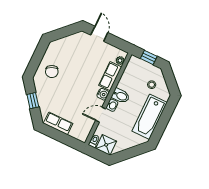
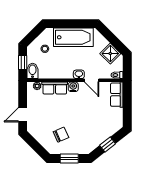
window: (37, 58) -> (69, 158), added
chair: (52, 72) -> (61, 135), moved
bidet: (121, 96) -> (33, 71), moved
row of seats: (58, 123) -> (117, 95), moved
shower: (106, 145) -> (110, 54), moved, turned 45

